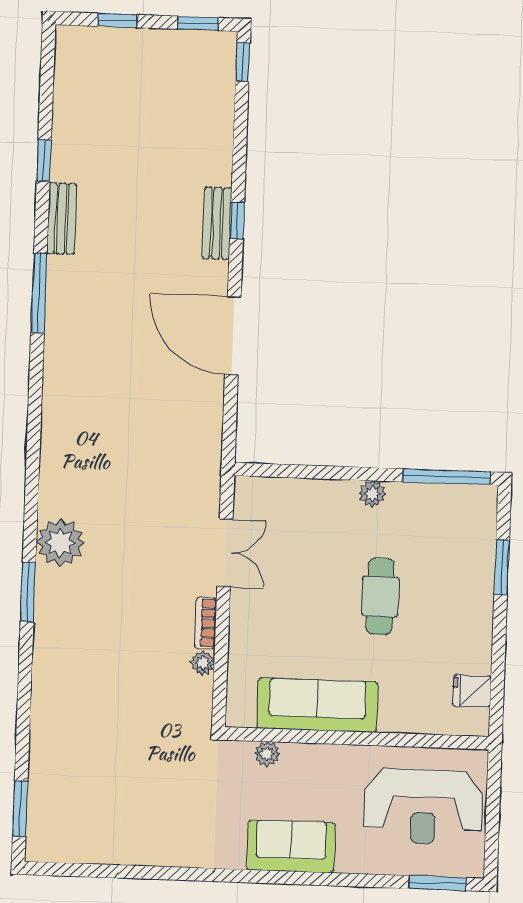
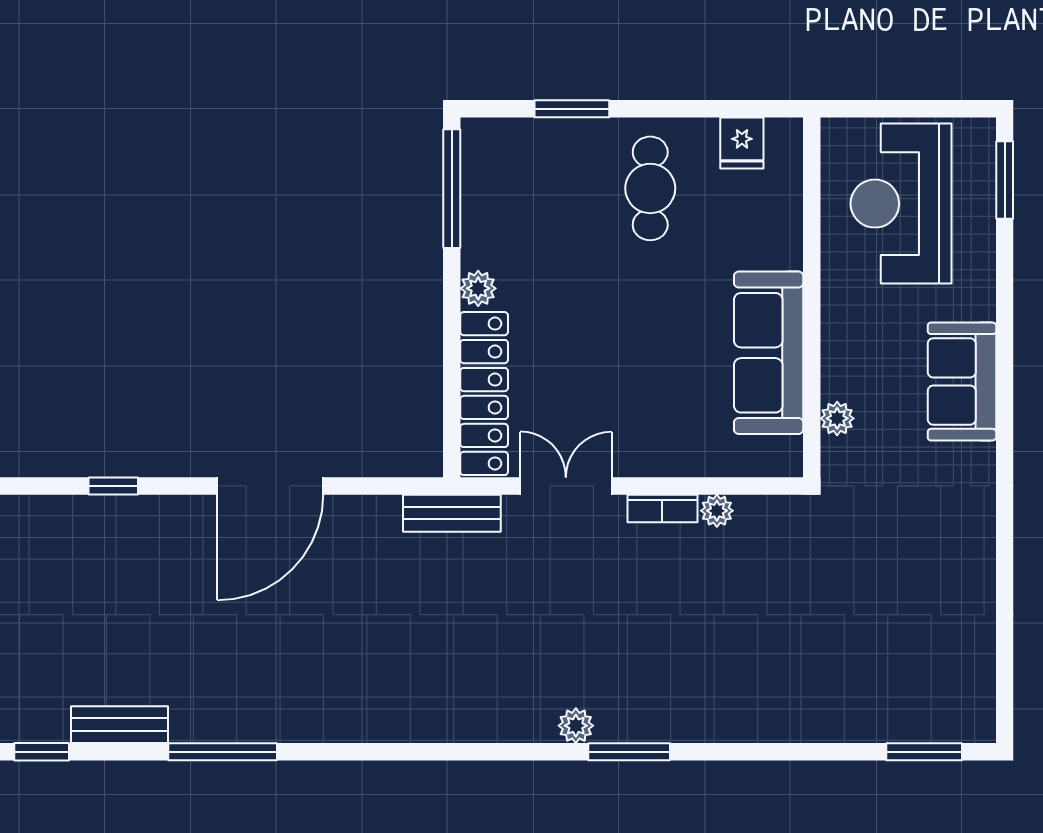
bench: (217, 223) -> (452, 513), moved
locker: (295, 495) -> (484, 394), added
plant: (60, 543) -> (576, 726), width x0.53, depth x0.53
cafe table: (380, 596) -> (650, 188), moved, turned 90
reception desk: (423, 806) -> (901, 204), turned 180

